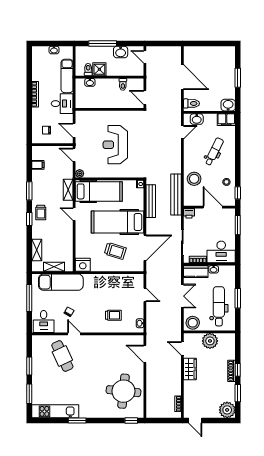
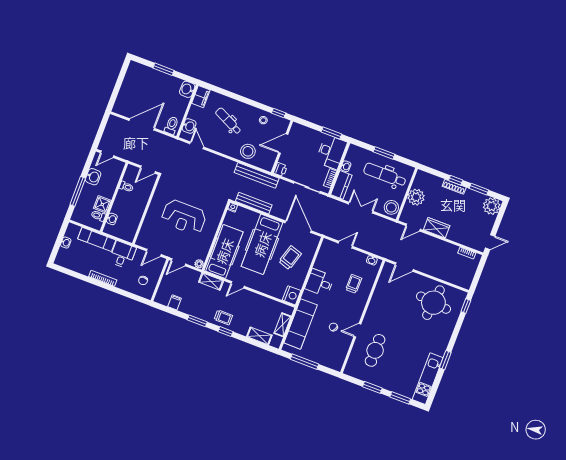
window: (238, 225) -> (331, 133), moved
desk: (44, 322) -> (320, 283), moved, turned 180
cafe table: (62, 356) -> (375, 350), turned -65

